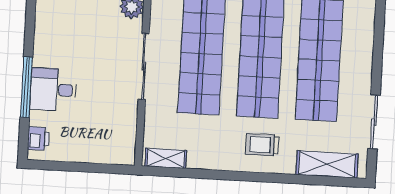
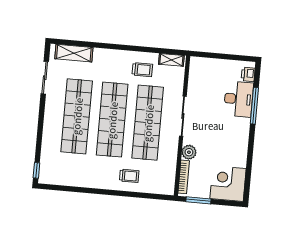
desk: (53, 90) -> (239, 99), width x1.37
trolley: (262, 145) -> (142, 70), moved

